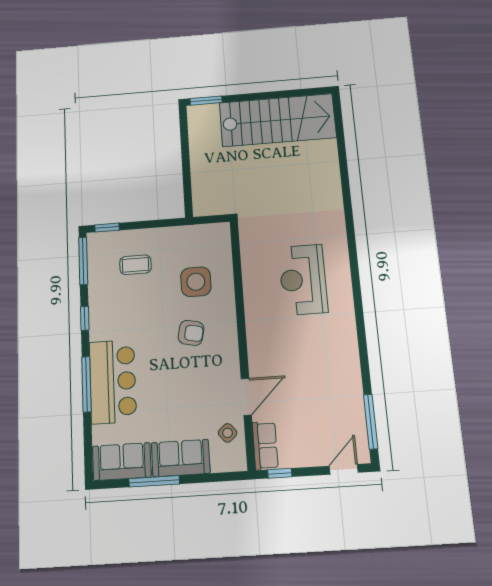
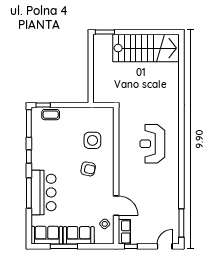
coffee table: (135, 265) -> (51, 115), moved
door: (246, 397) -> (116, 206), hinge flipped

